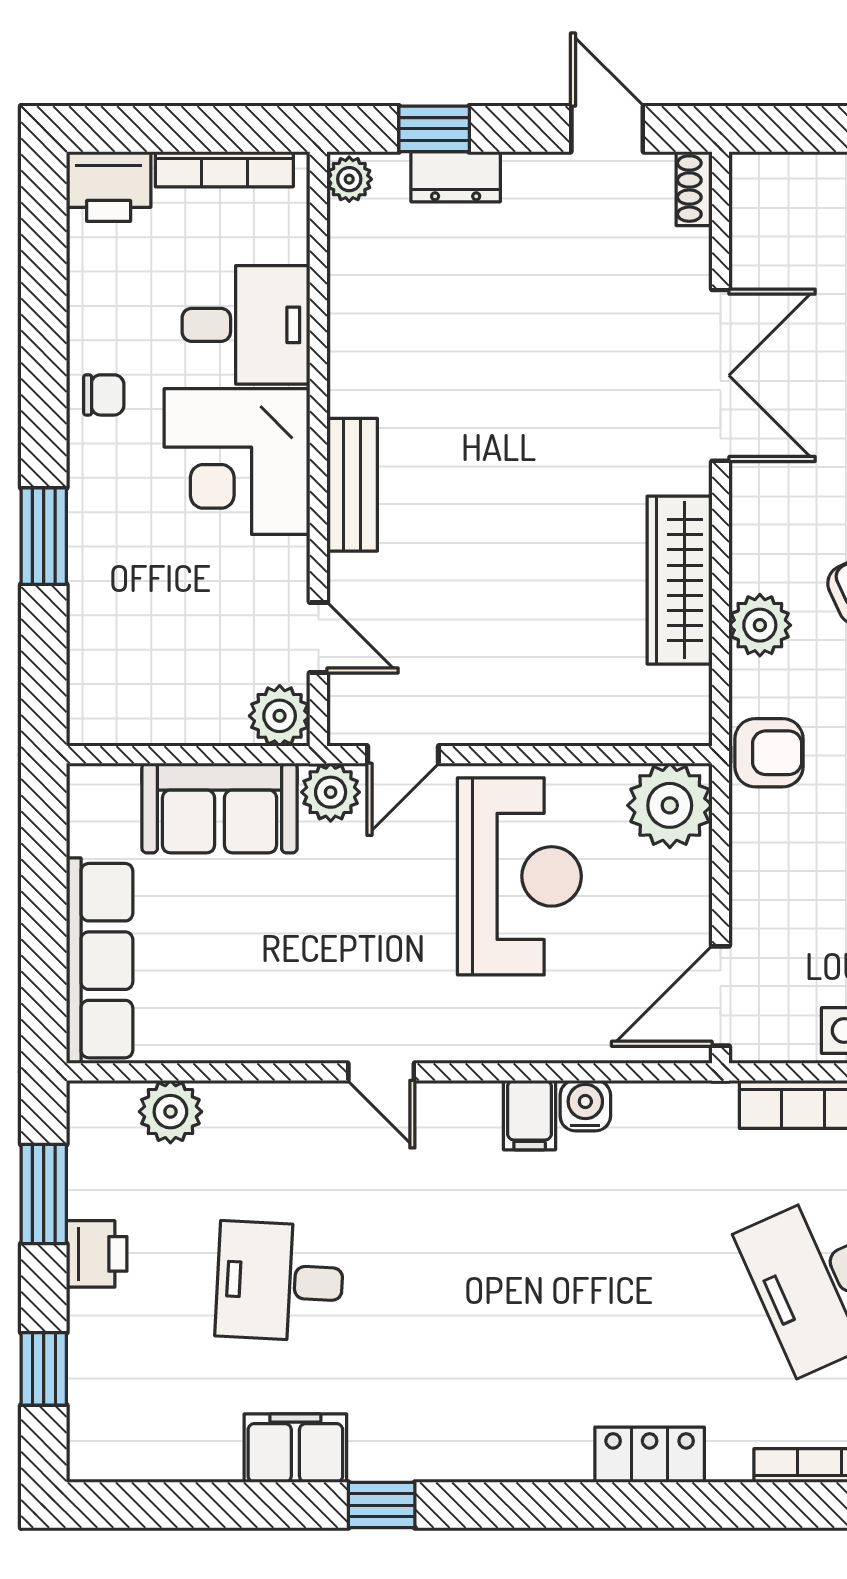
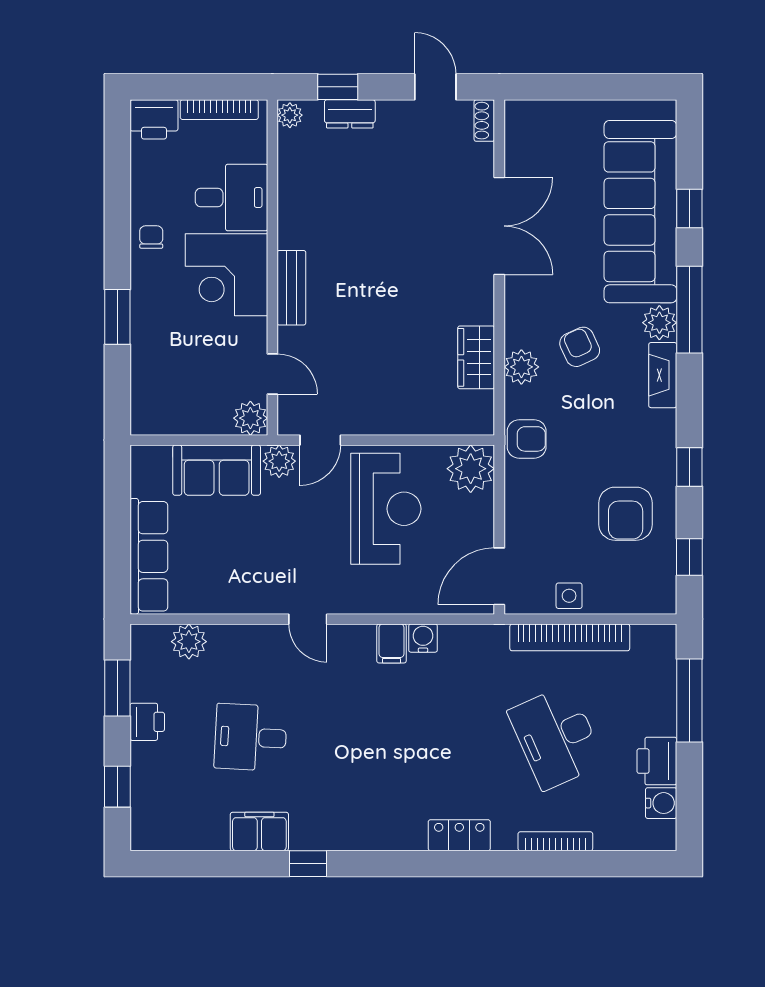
chair: (104, 395) -> (151, 237), turned -90
wardrobe: (680, 580) -> (476, 357), width x0.67

